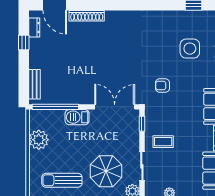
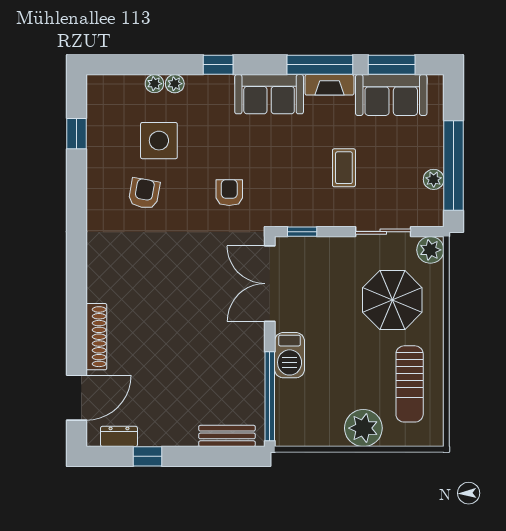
armchair: (162, 41) -> (144, 193), added
armchair: (162, 85) -> (229, 193), turned 180
plant: (39, 140) -> (363, 428), moved
coffee table: (163, 142) -> (344, 168), moved

